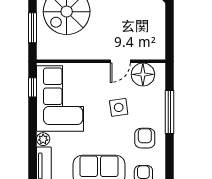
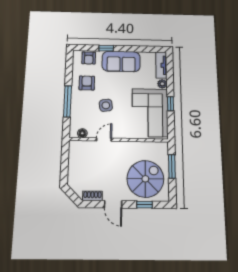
floor lamp: (143, 74) -> (82, 133), width x0.53, depth x0.53
window: (33, 87) -> (170, 104), moved
armchair: (145, 138) -> (87, 83), turned 180

